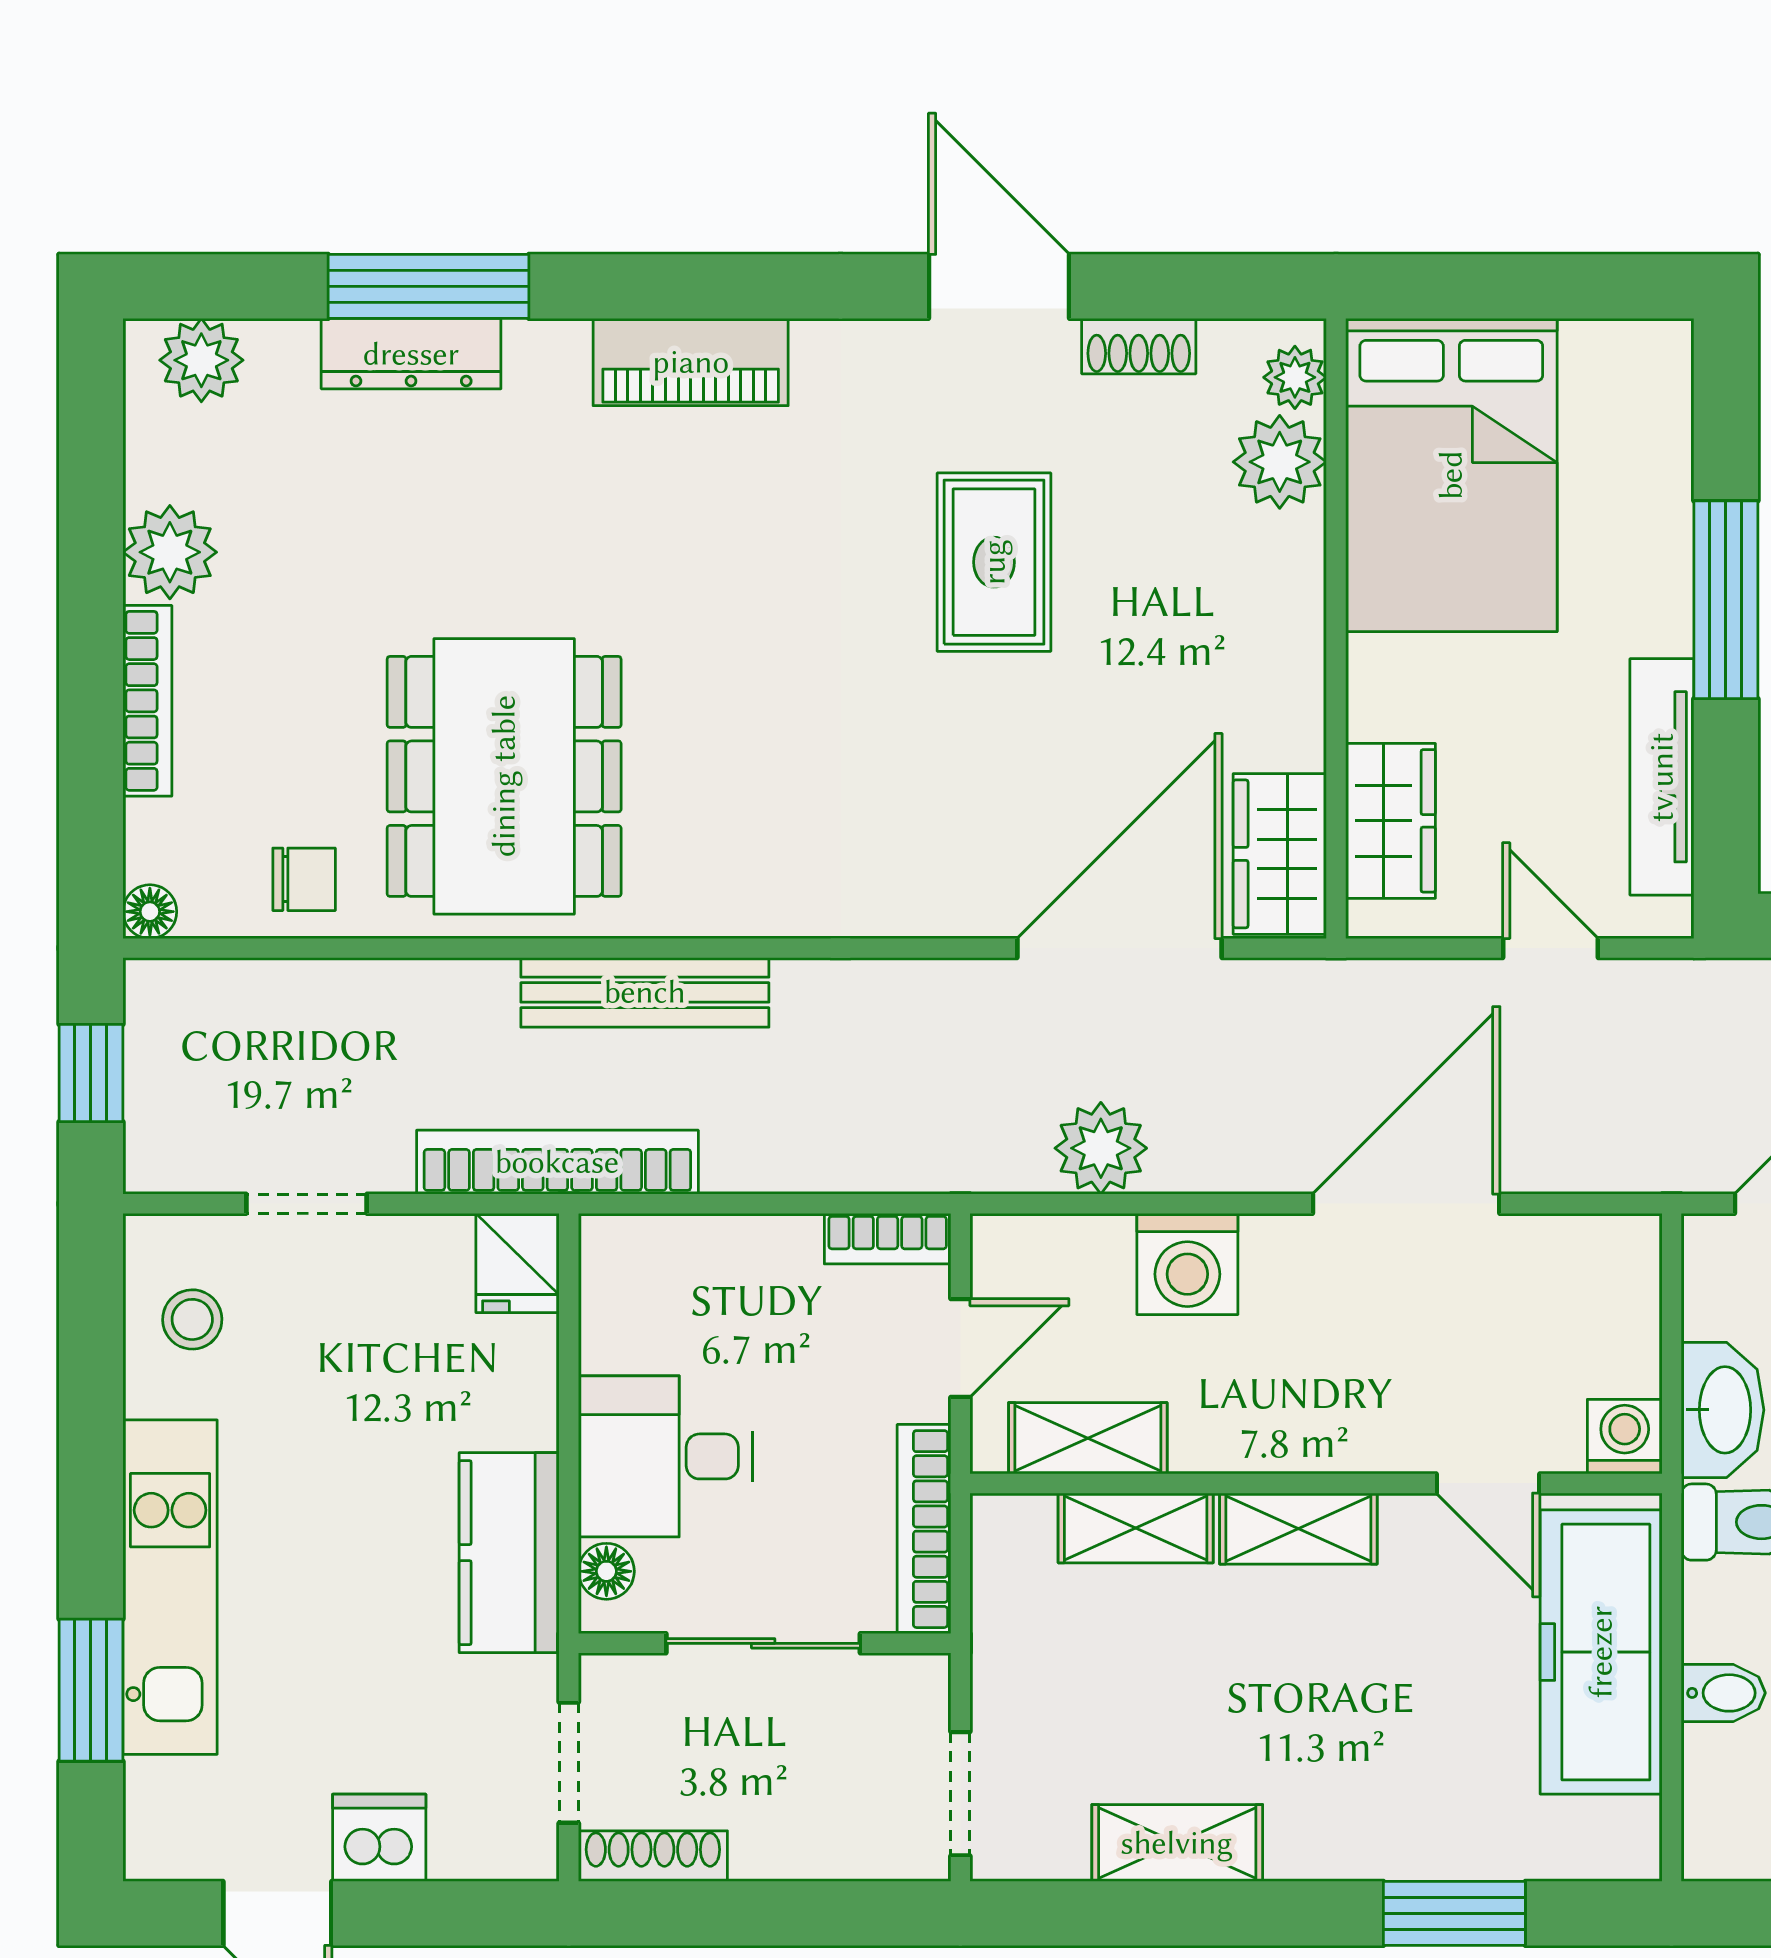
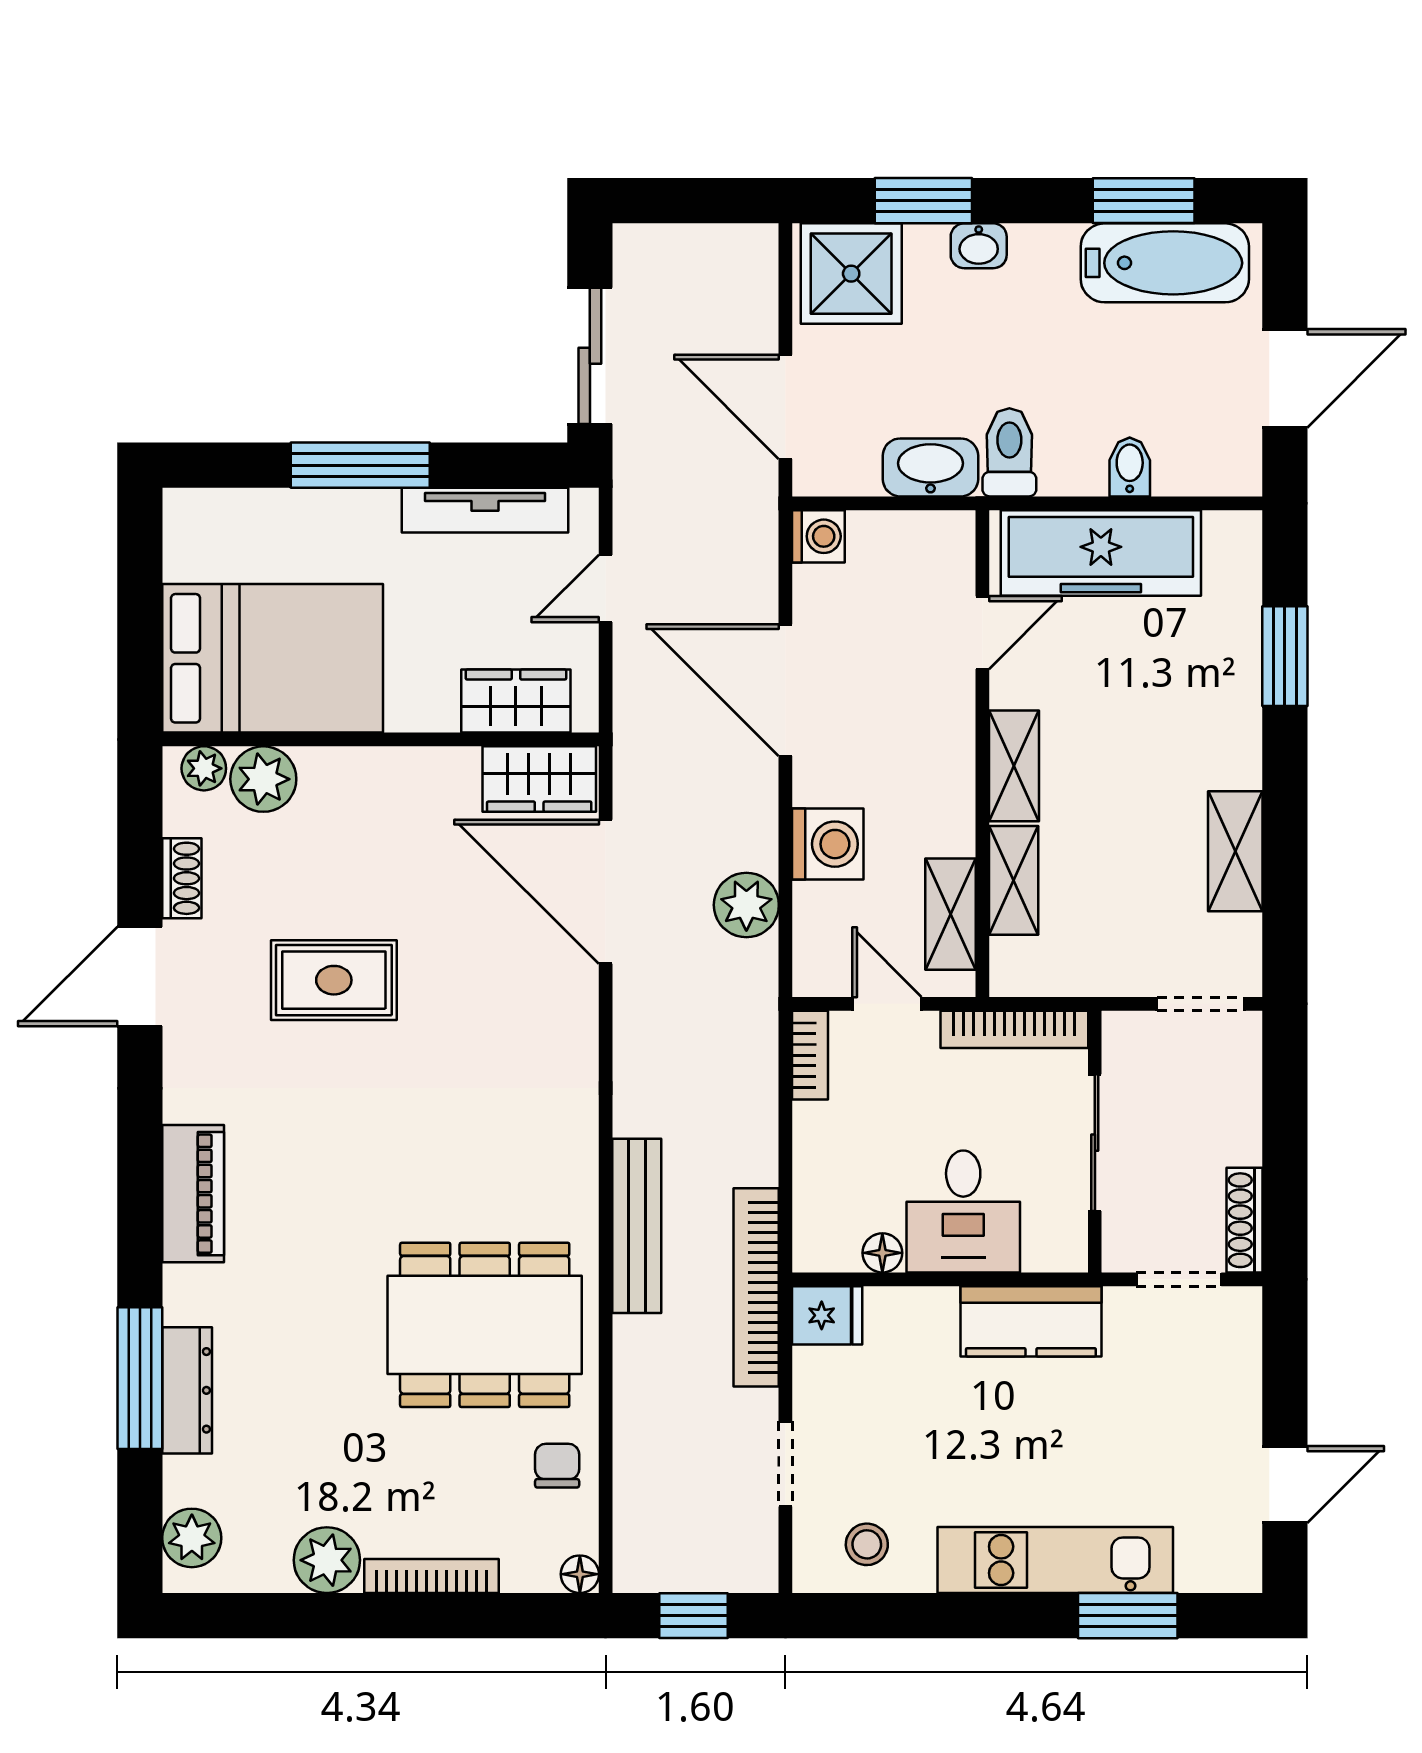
washing machine: (1625, 1437) -> (818, 536), moved, turned 180
floor lamp: (606, 1571) -> (882, 1253), moved
dishwasher: (379, 1838) -> (1232, 1413), removed

